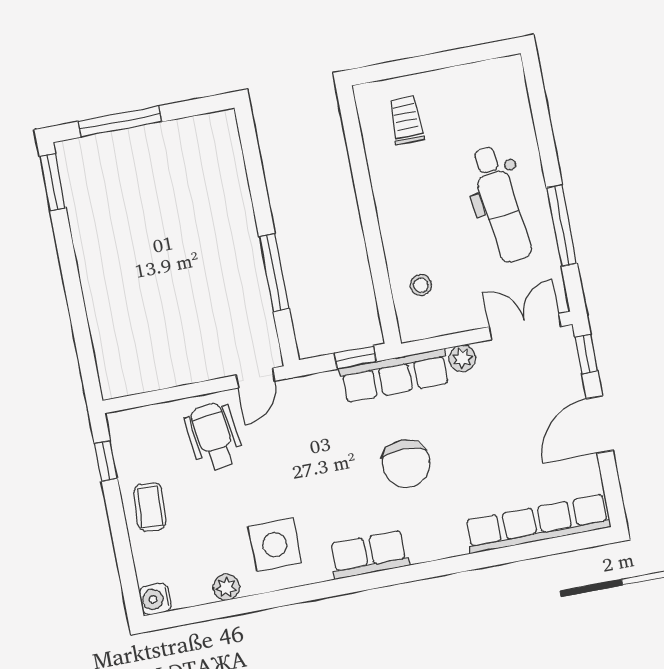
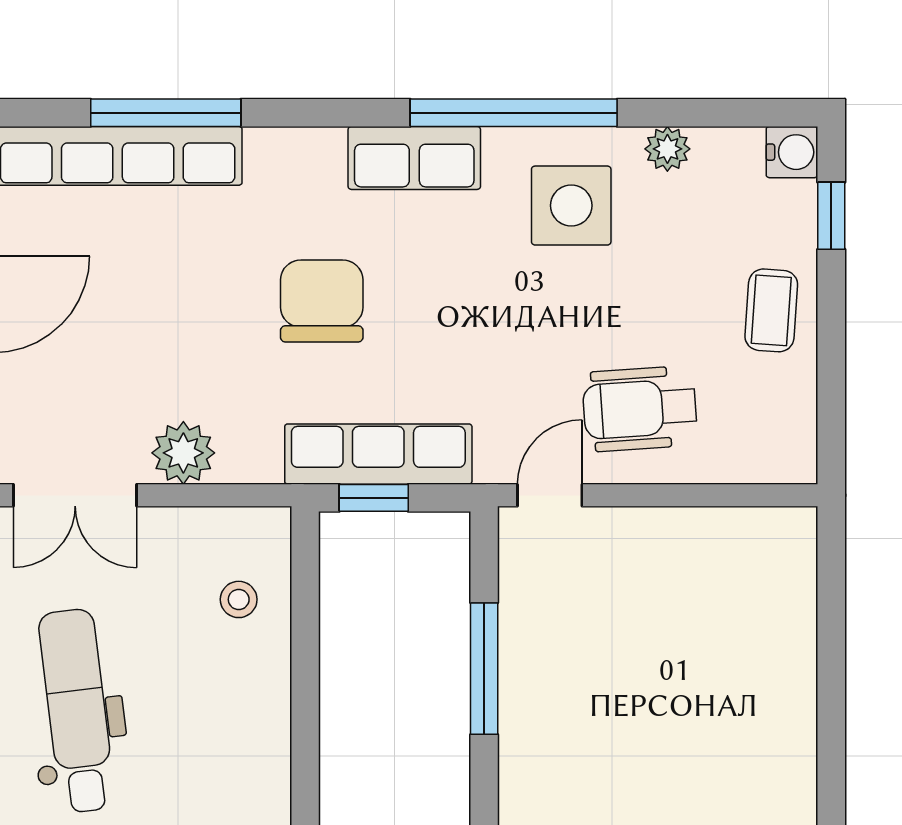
plant: (462, 358) -> (183, 453), width x1.38, depth x1.38
row of seats: (395, 376) -> (378, 454), moved
wheelchair: (214, 437) -> (640, 409), turned 93
window: (106, 461) -> (831, 216), moved
window: (515, 553) -> (166, 113), added
window: (318, 591) -> (514, 113), added

